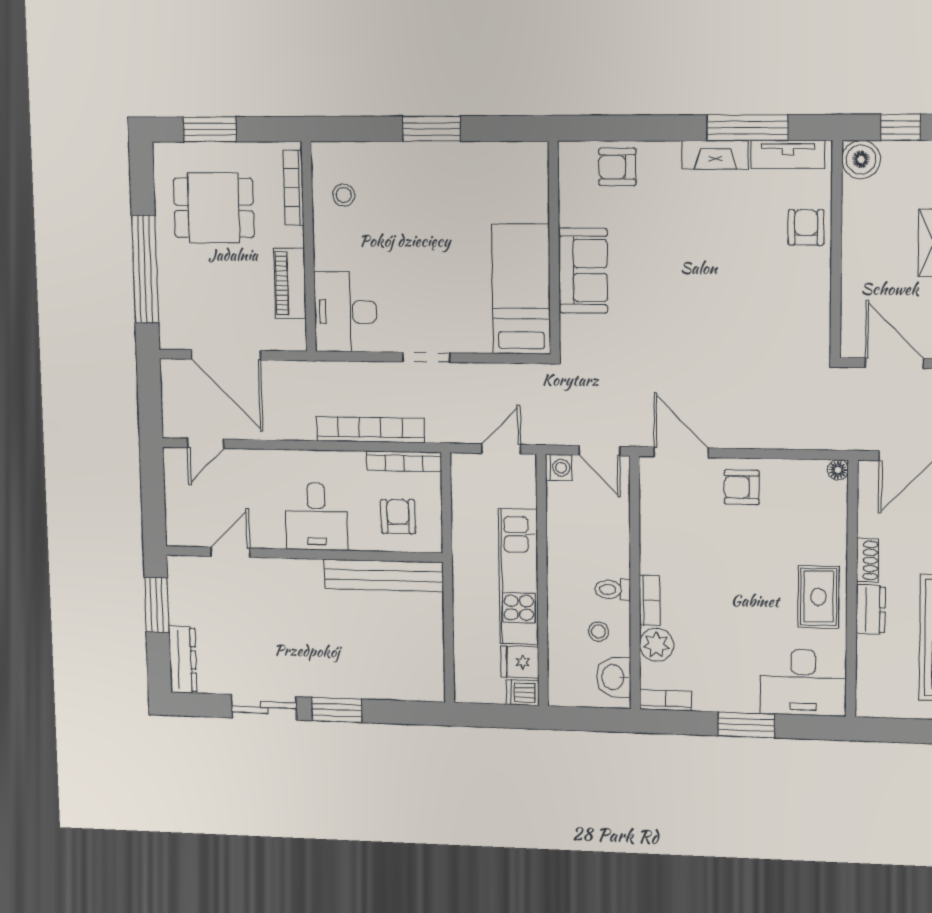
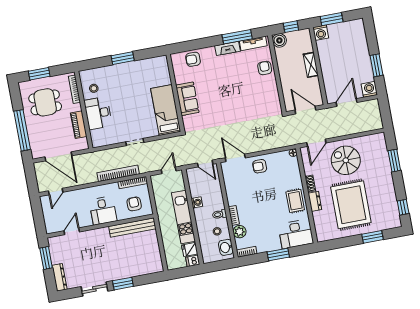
desk: (345, 312) -> (98, 113), moved
washing machine: (559, 468) -> (197, 202), moved

